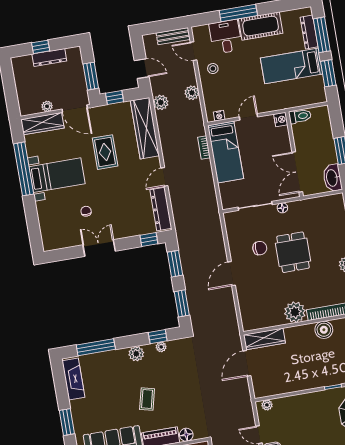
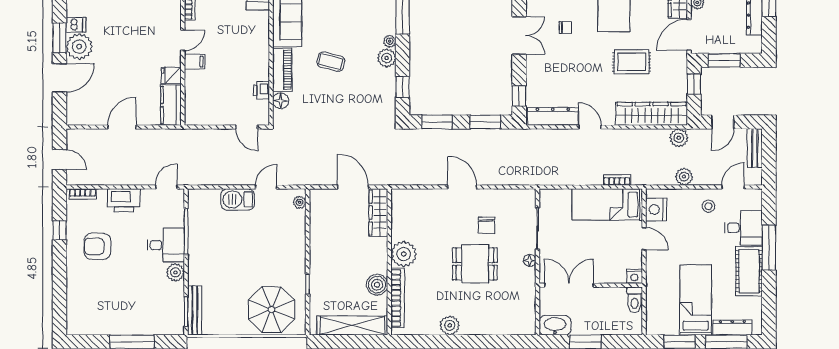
bench: (173, 36) -> (755, 148), moved
nightstand: (219, 116) -> (656, 210), width x1.89, depth x1.79
plant: (161, 347) -> (390, 41), moved

